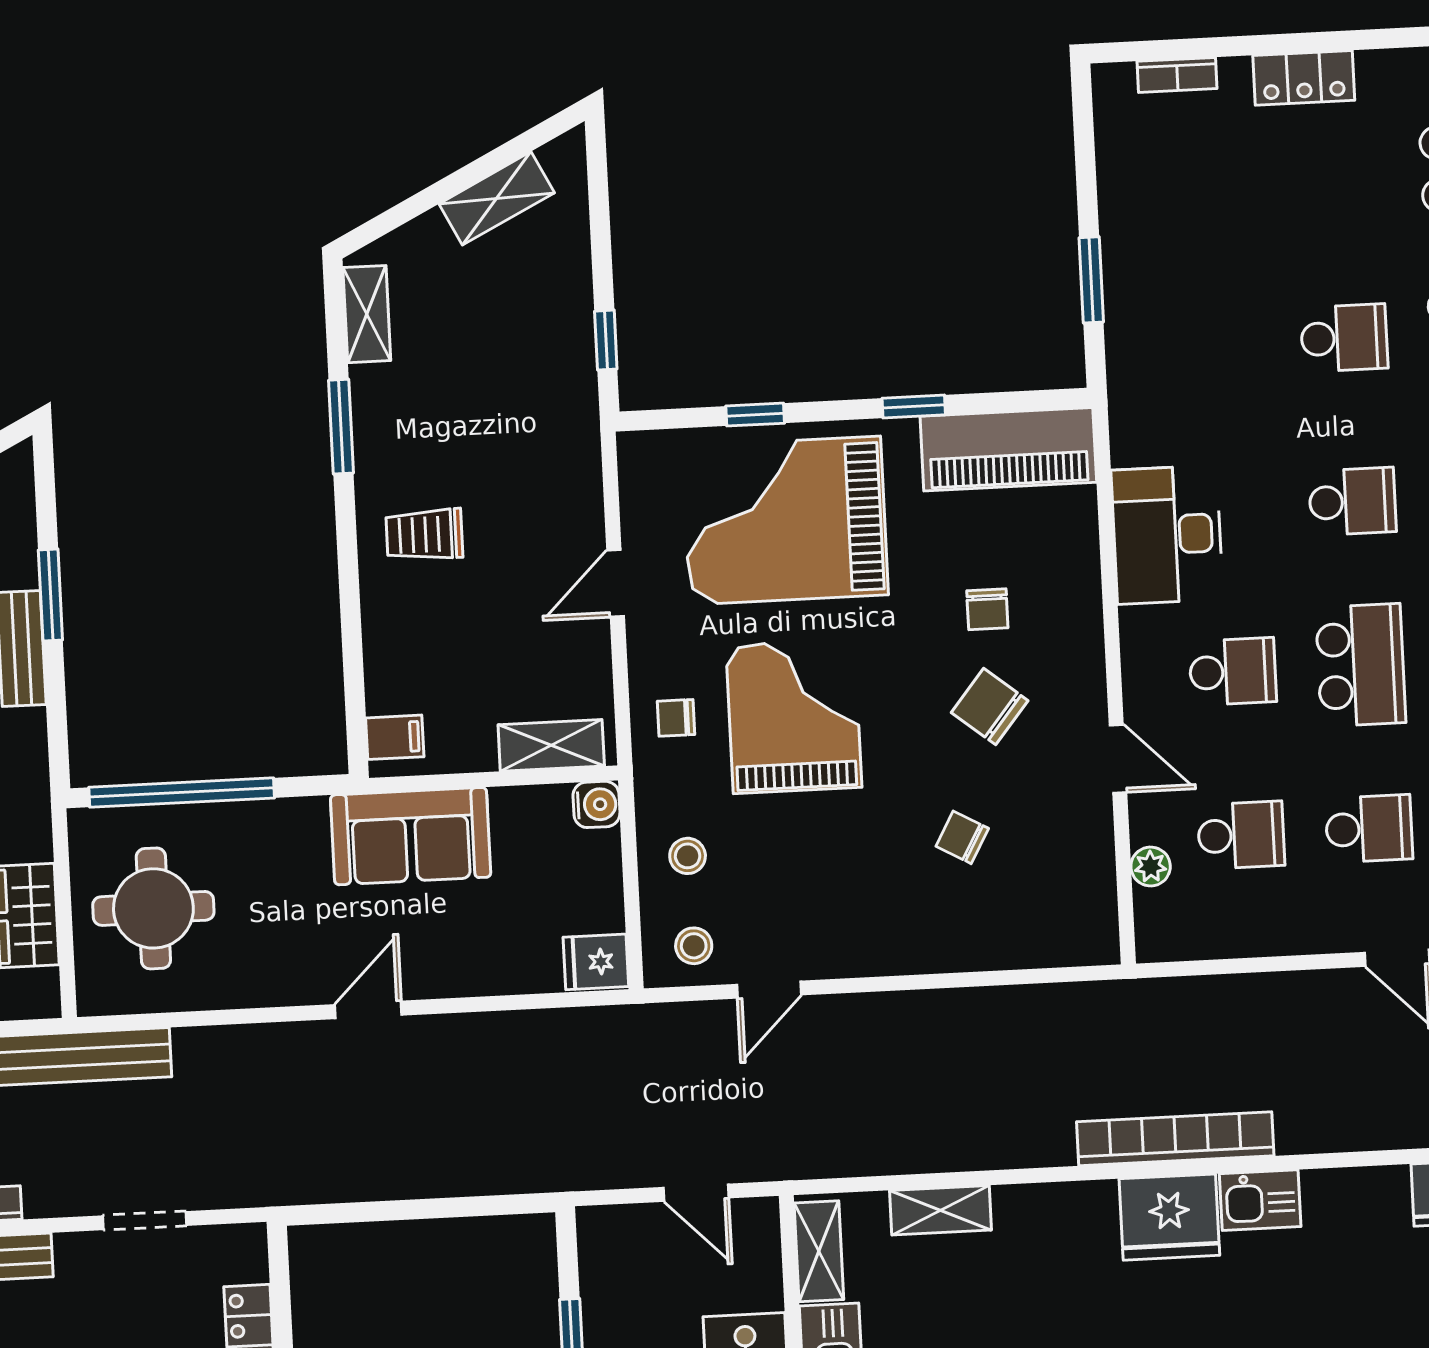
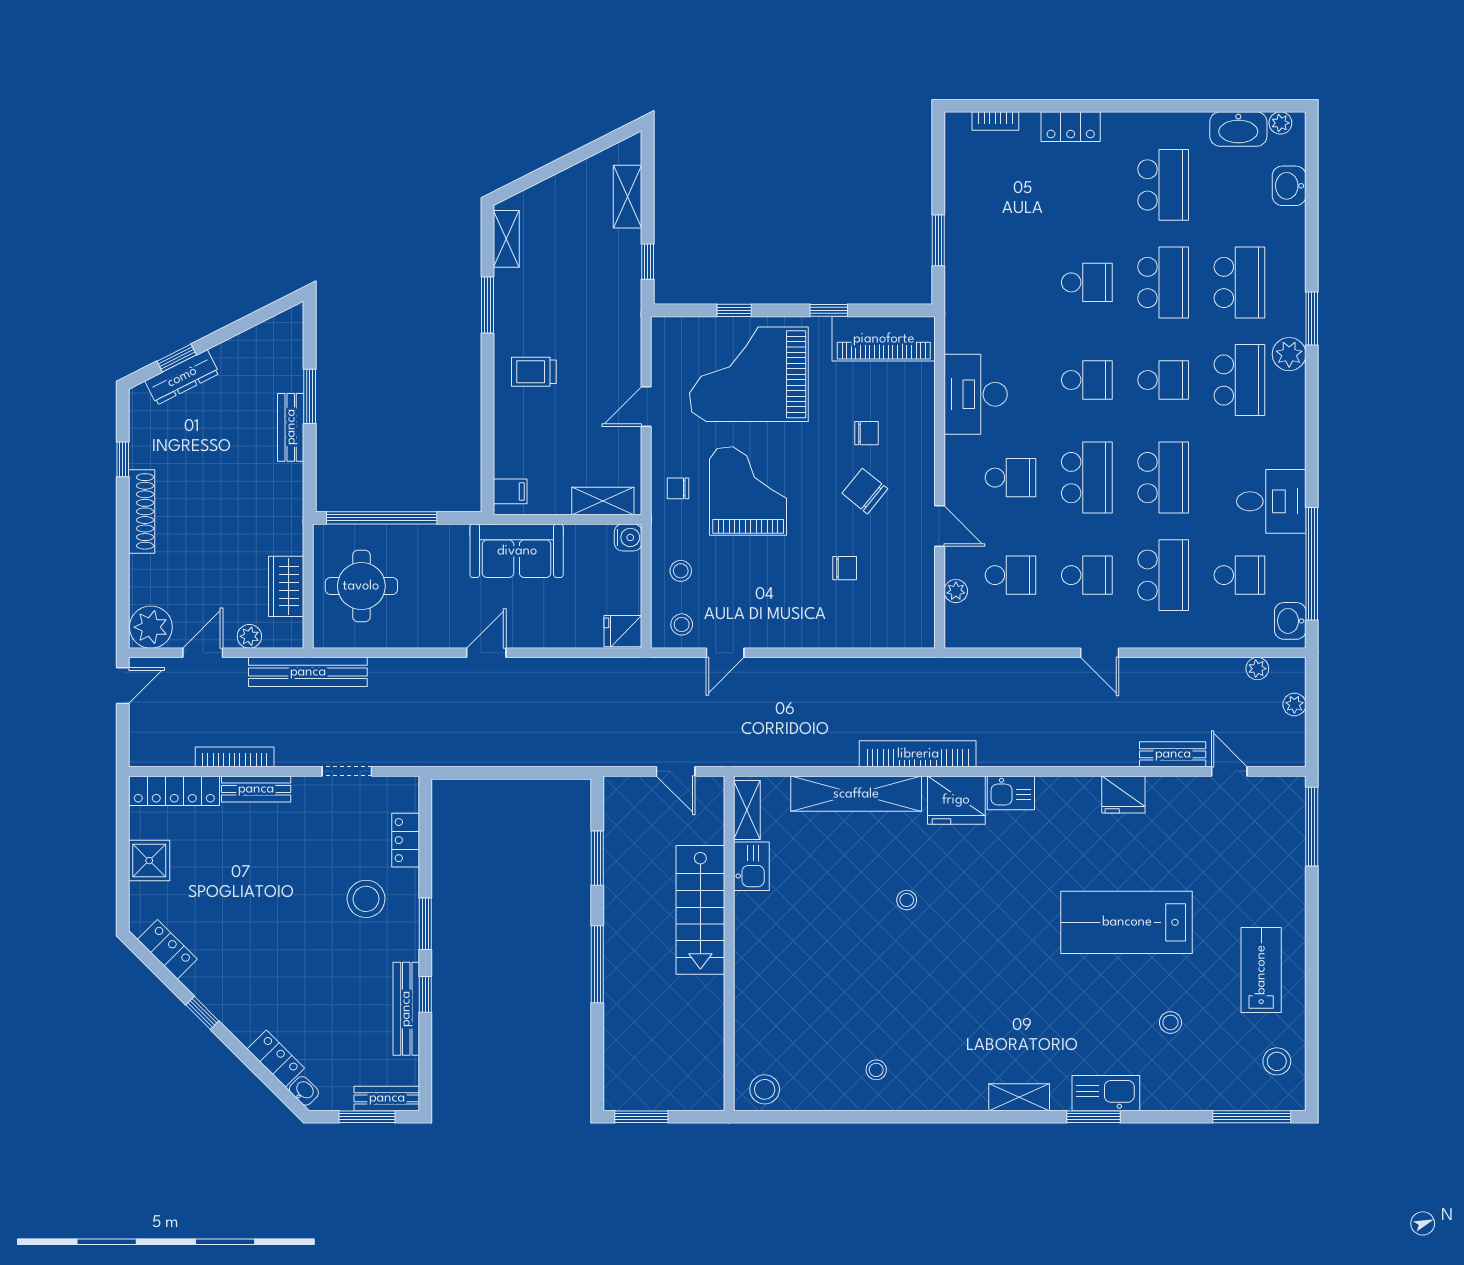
shelving: (497, 198) -> (627, 197), moved, turned -63
chair: (987, 609) -> (866, 433), turned -90
chair: (962, 837) -> (845, 568), turned 151
bookcase: (1175, 1139) -> (918, 754), moved
shelving: (941, 1210) -> (856, 794), width x2.20, depth x1.33

